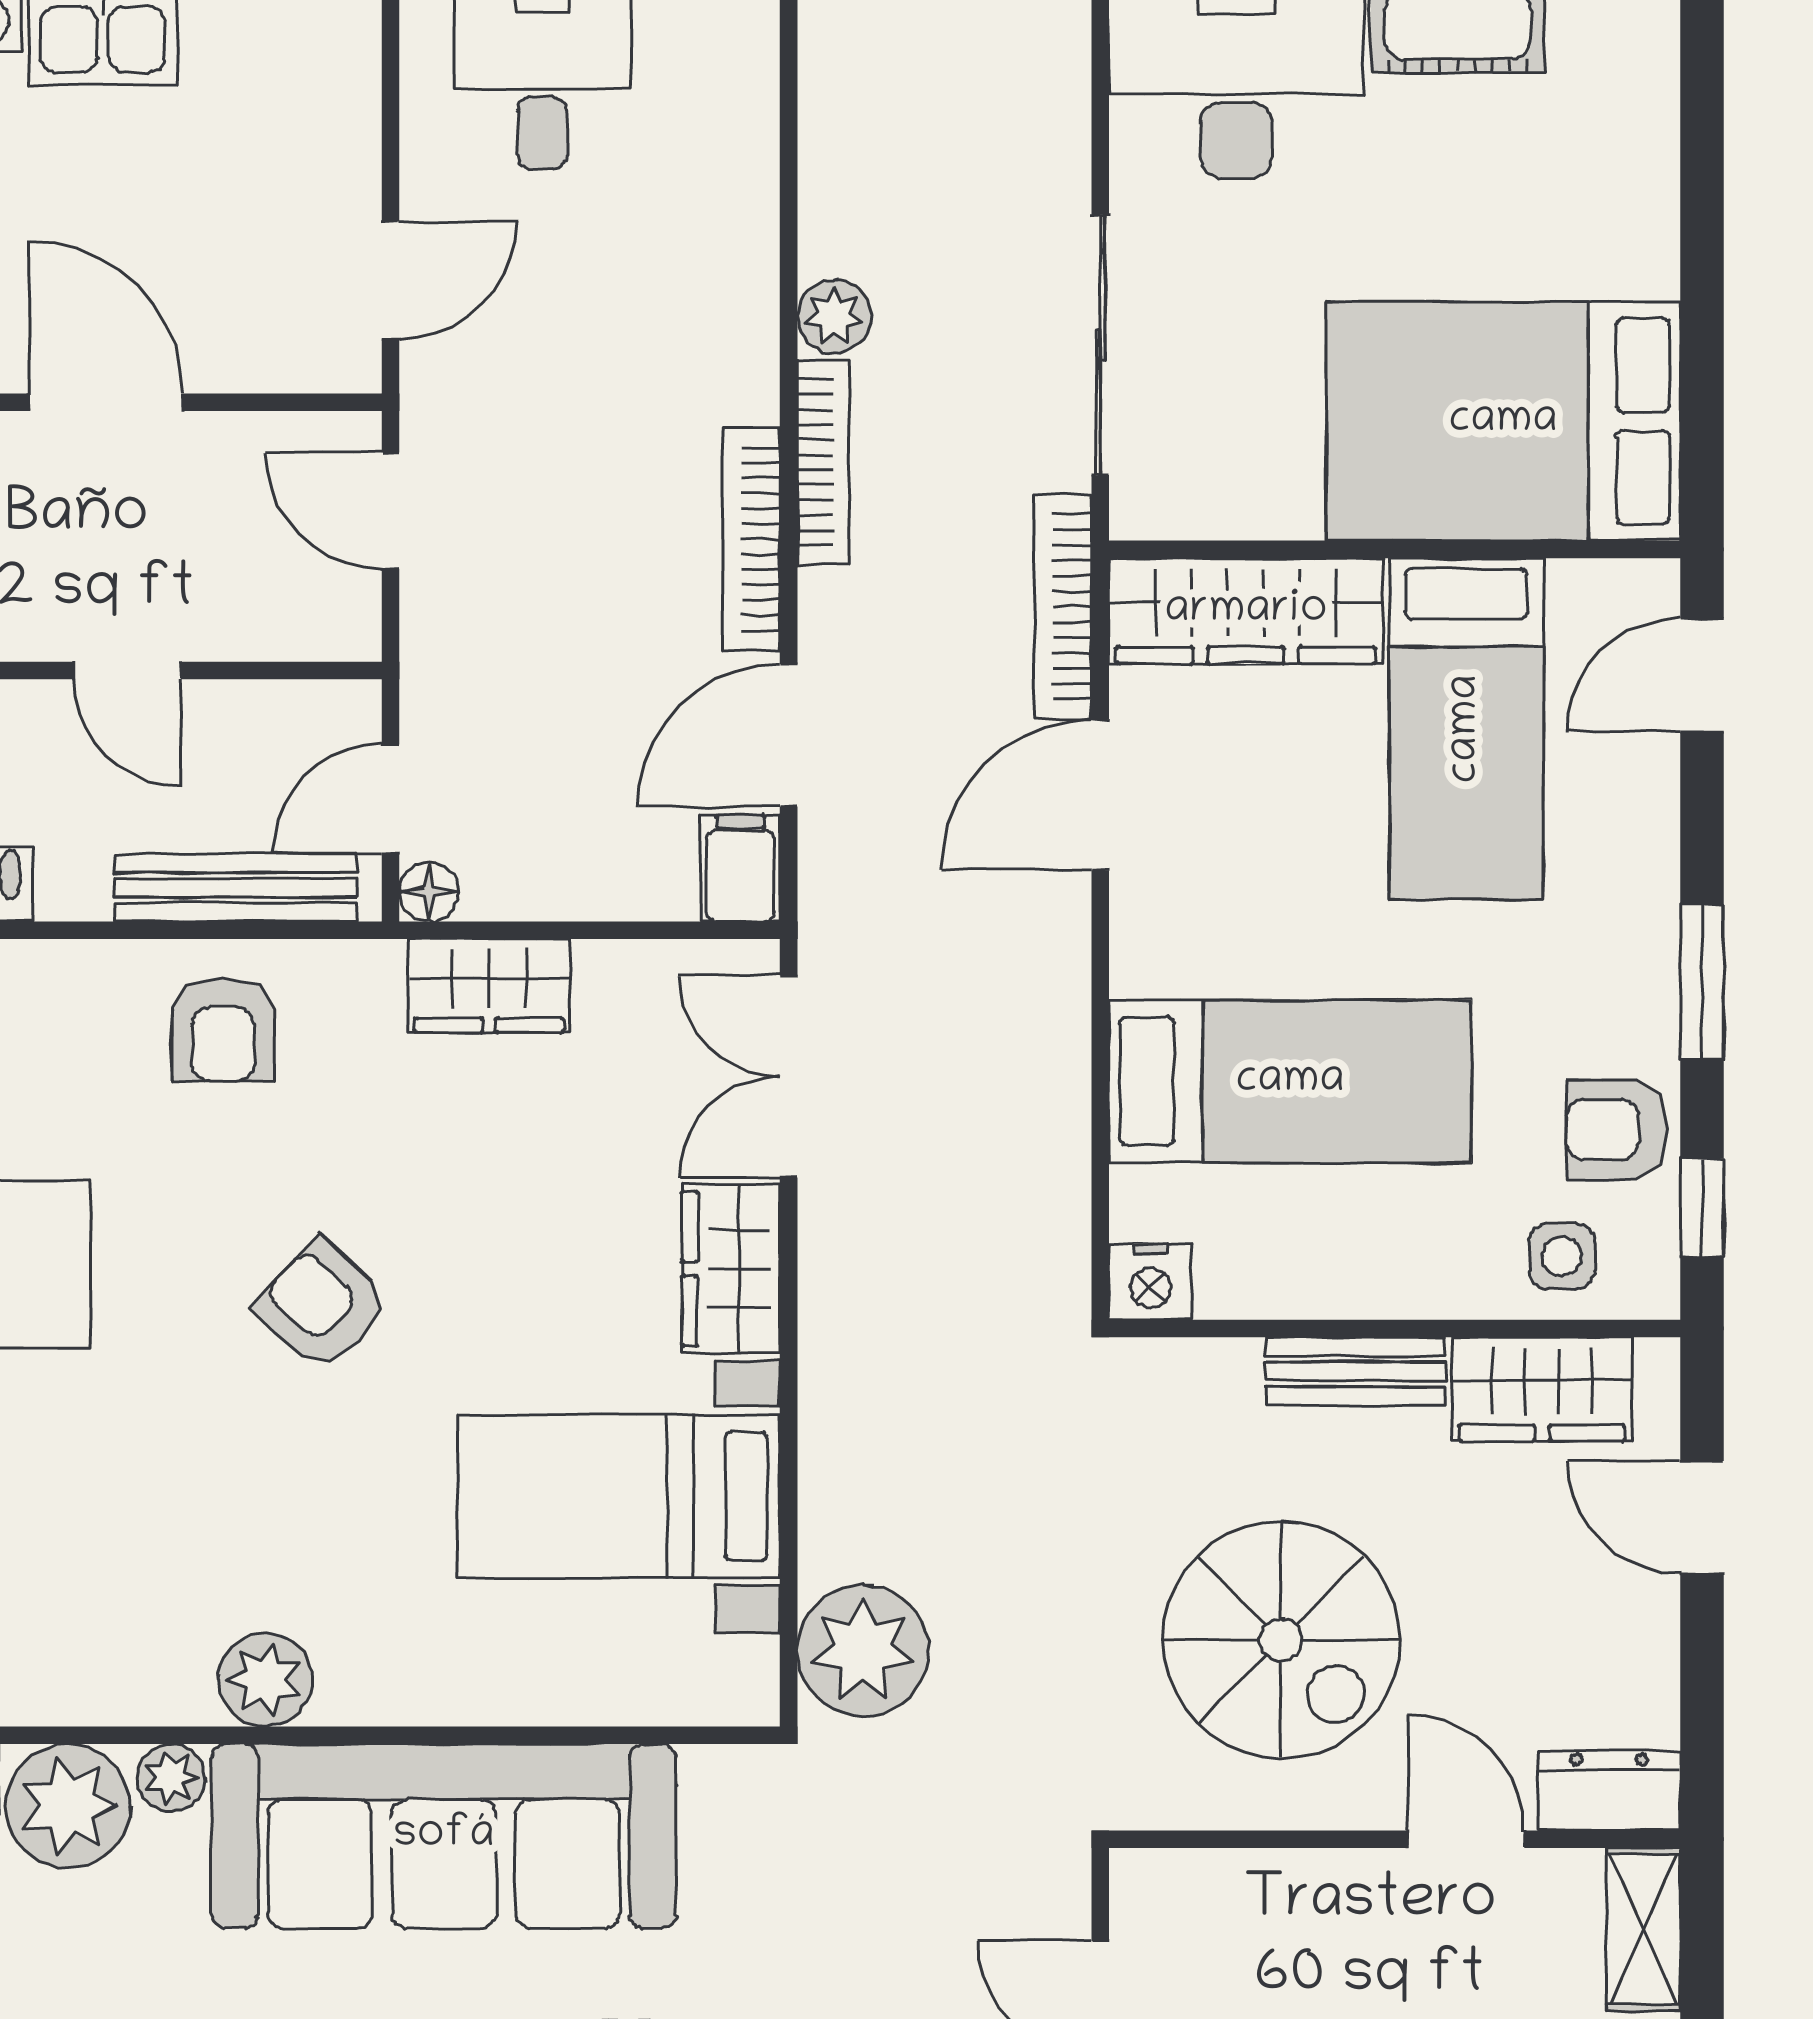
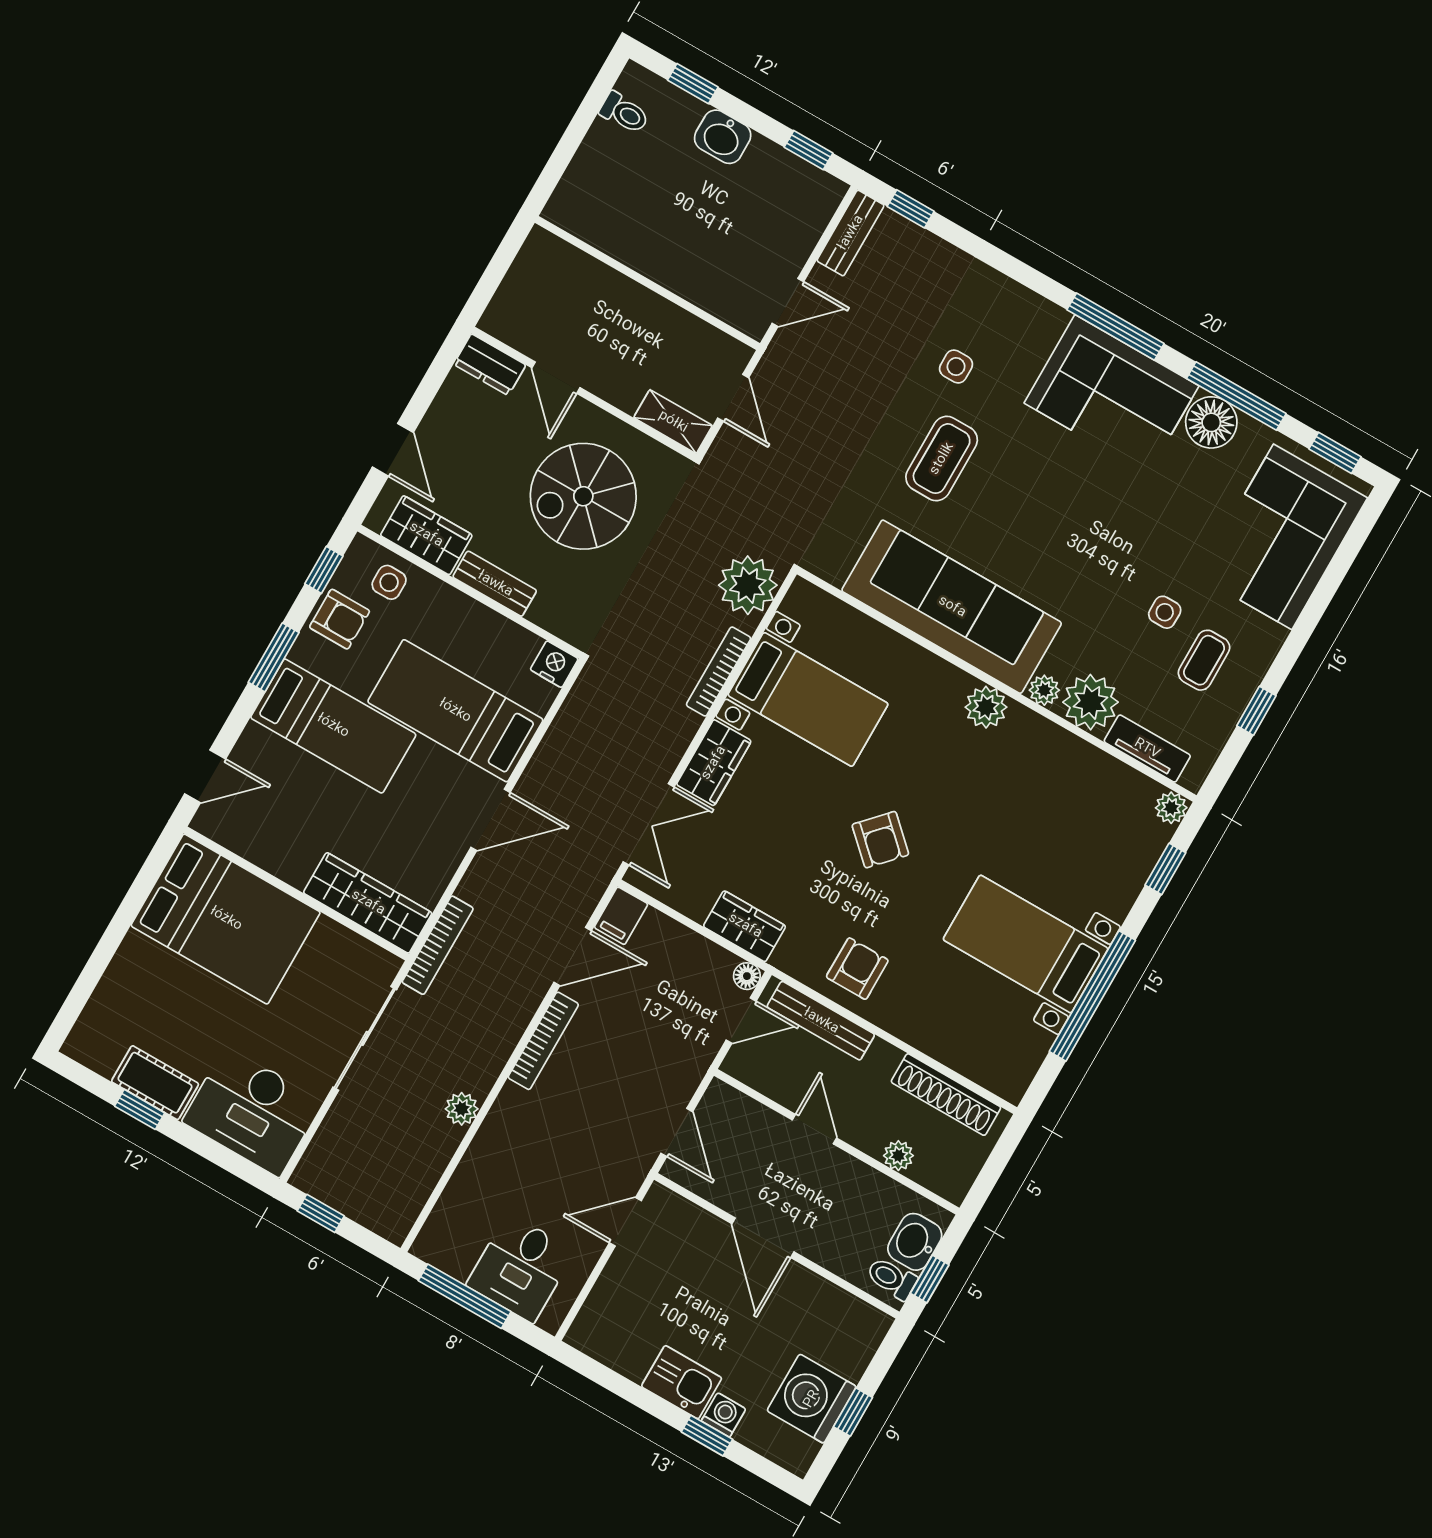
bookcase: (823, 462) -> (719, 671), moved
bed: (1466, 729) -> (333, 726), moved, turned 90
door: (1100, 795) -> (490, 820), moved
spiral stairs: (1281, 1640) -> (583, 496), turned -90
shelving: (1644, 1929) -> (673, 422), moved, turned 90

